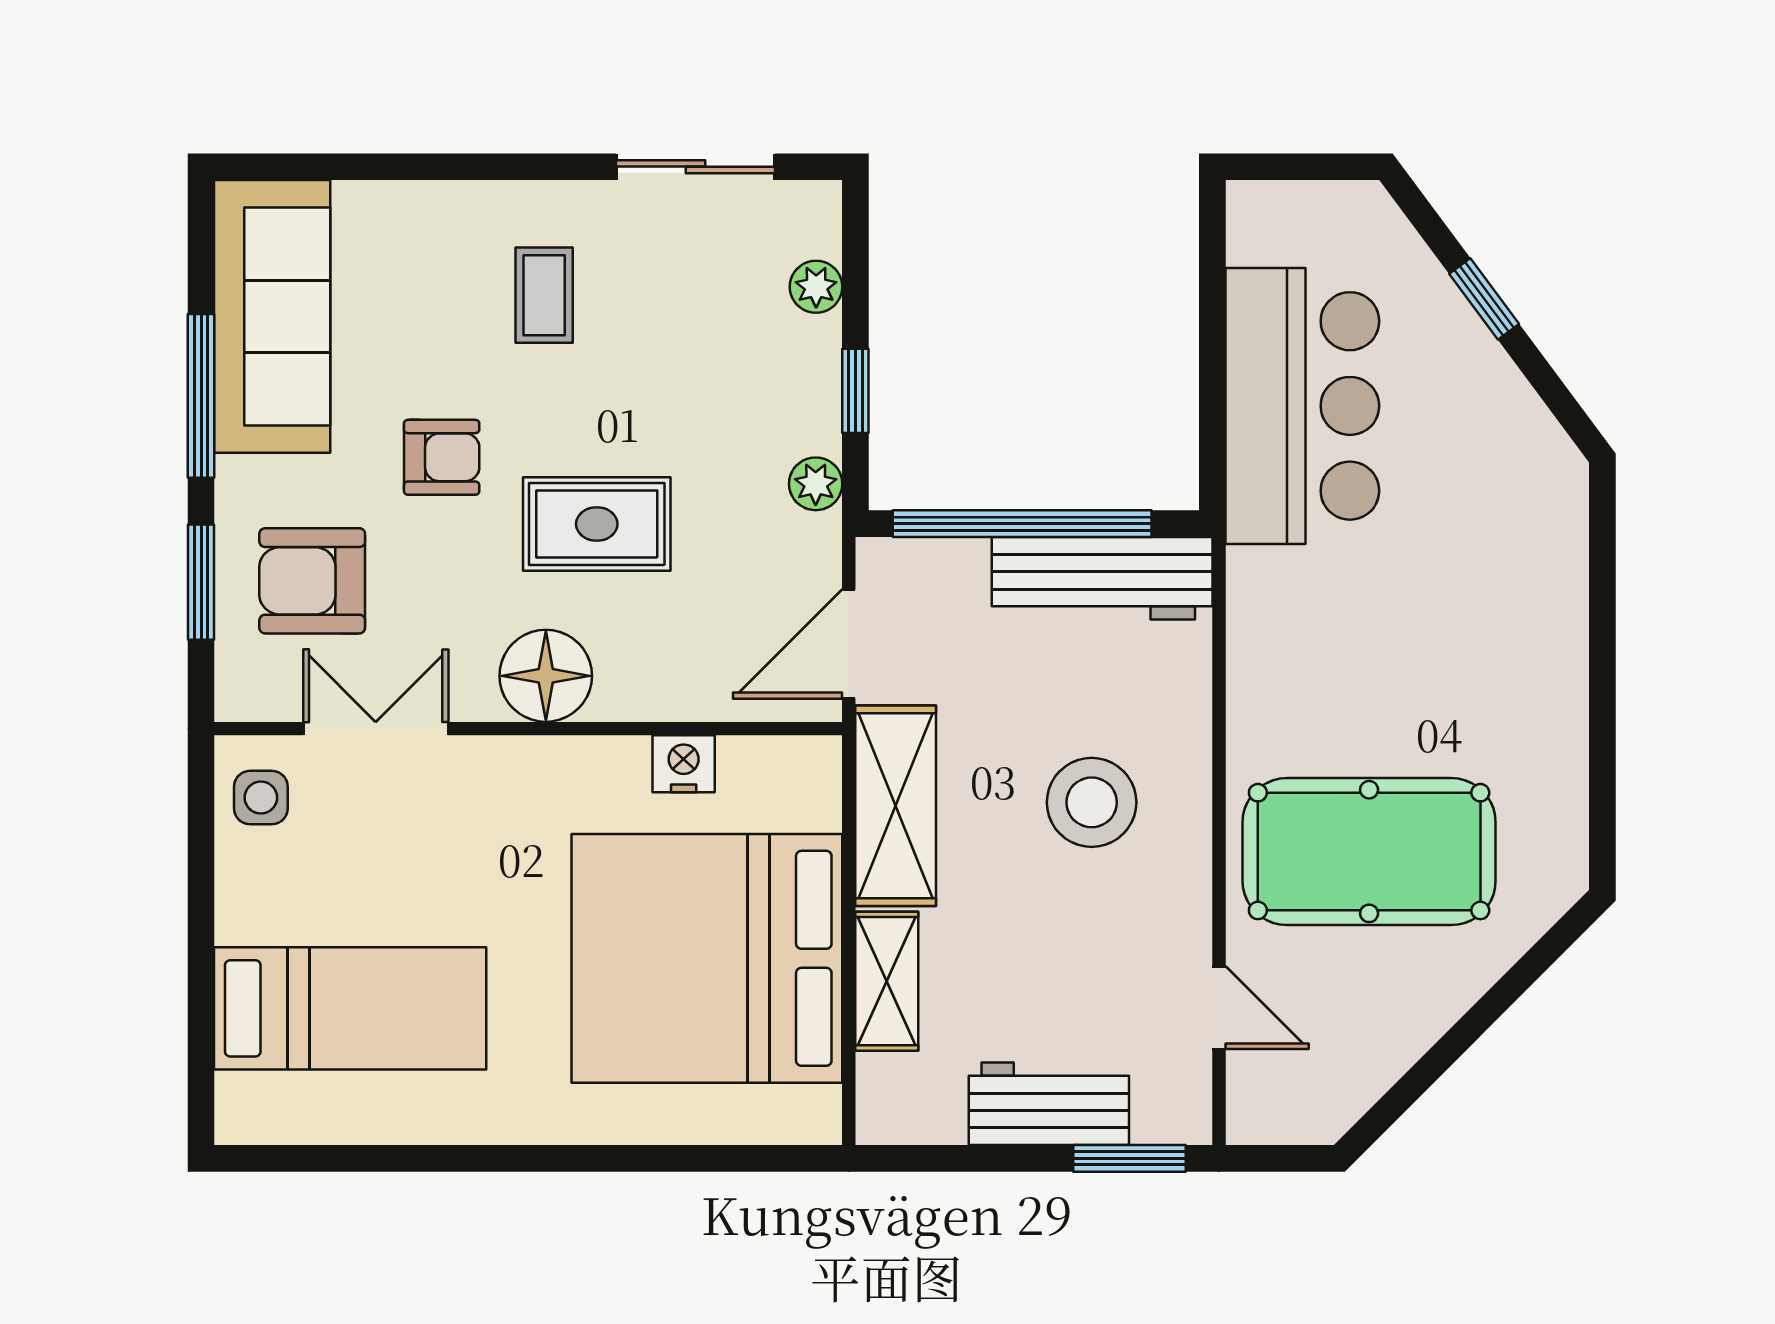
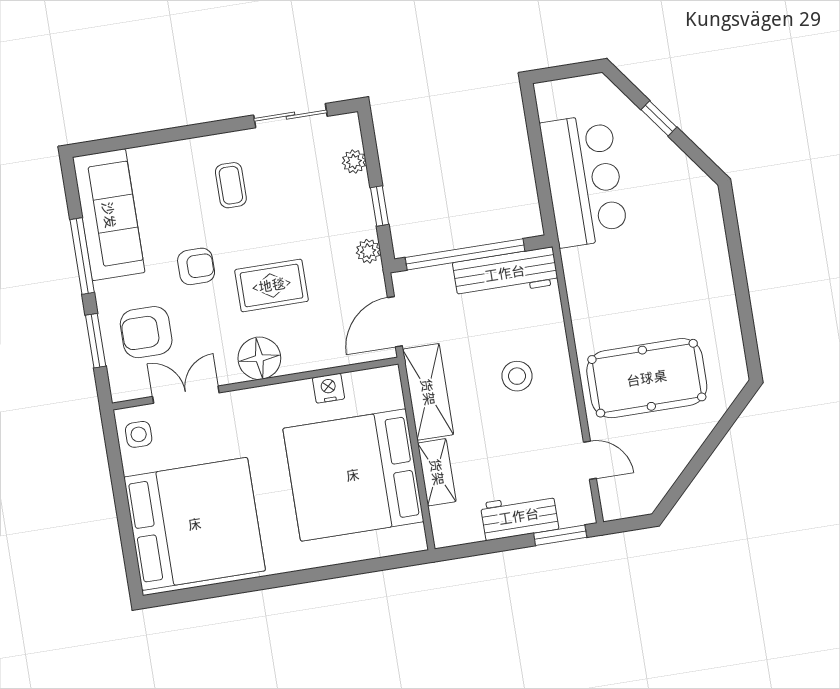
stool: (1092, 802) -> (517, 376), width x0.73, depth x0.73
bed: (350, 1008) -> (195, 524), width x2.04

